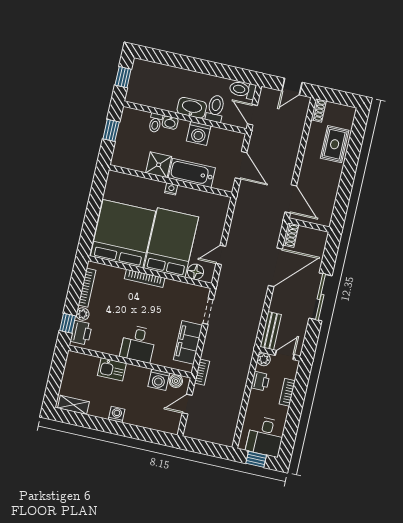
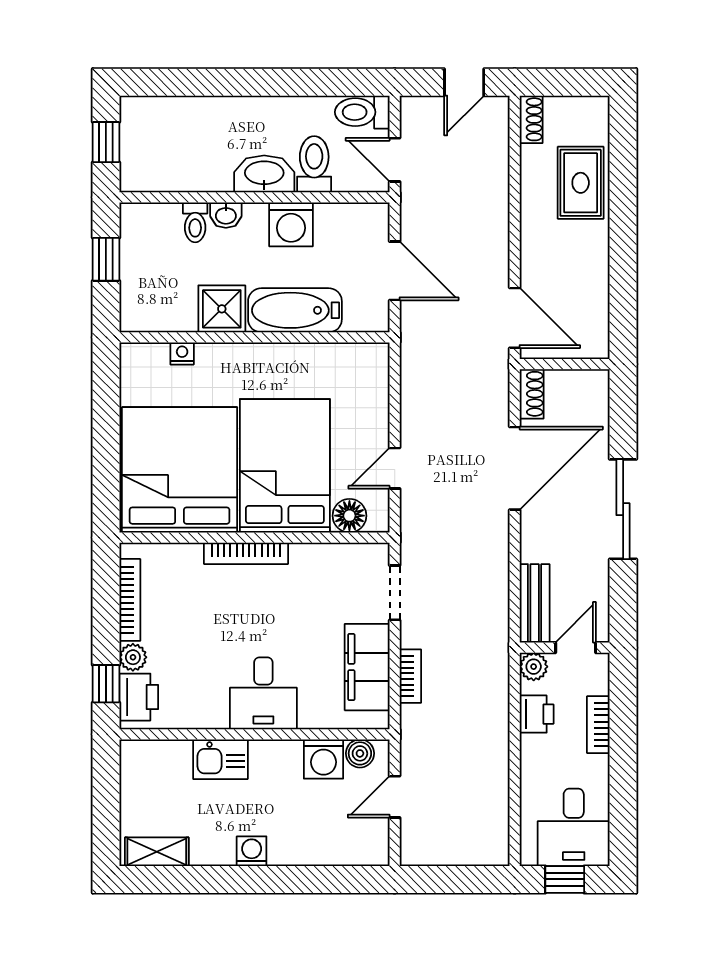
nightstand: (171, 189) -> (182, 353), moved
bookcase: (202, 372) -> (410, 676), moved

